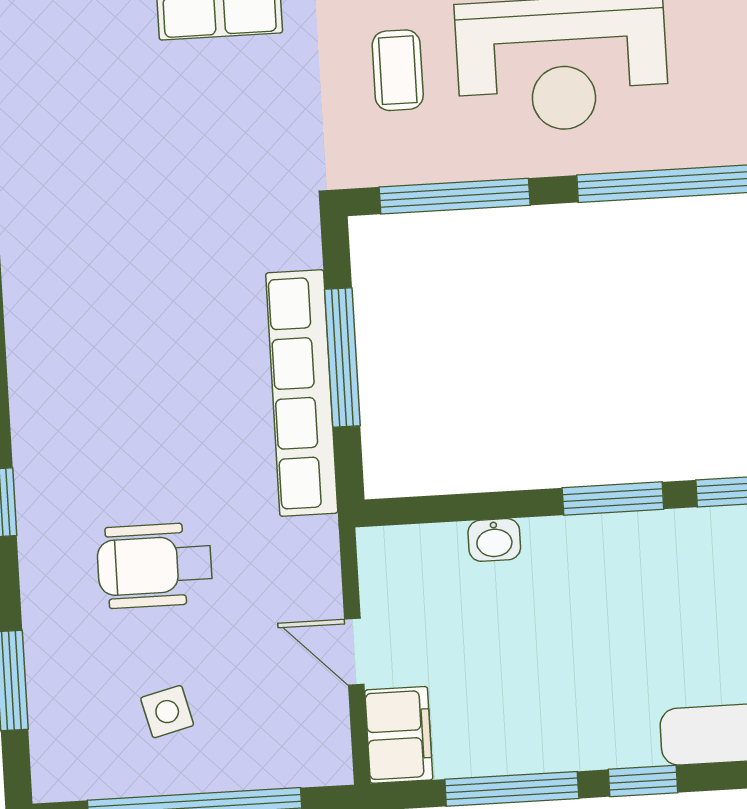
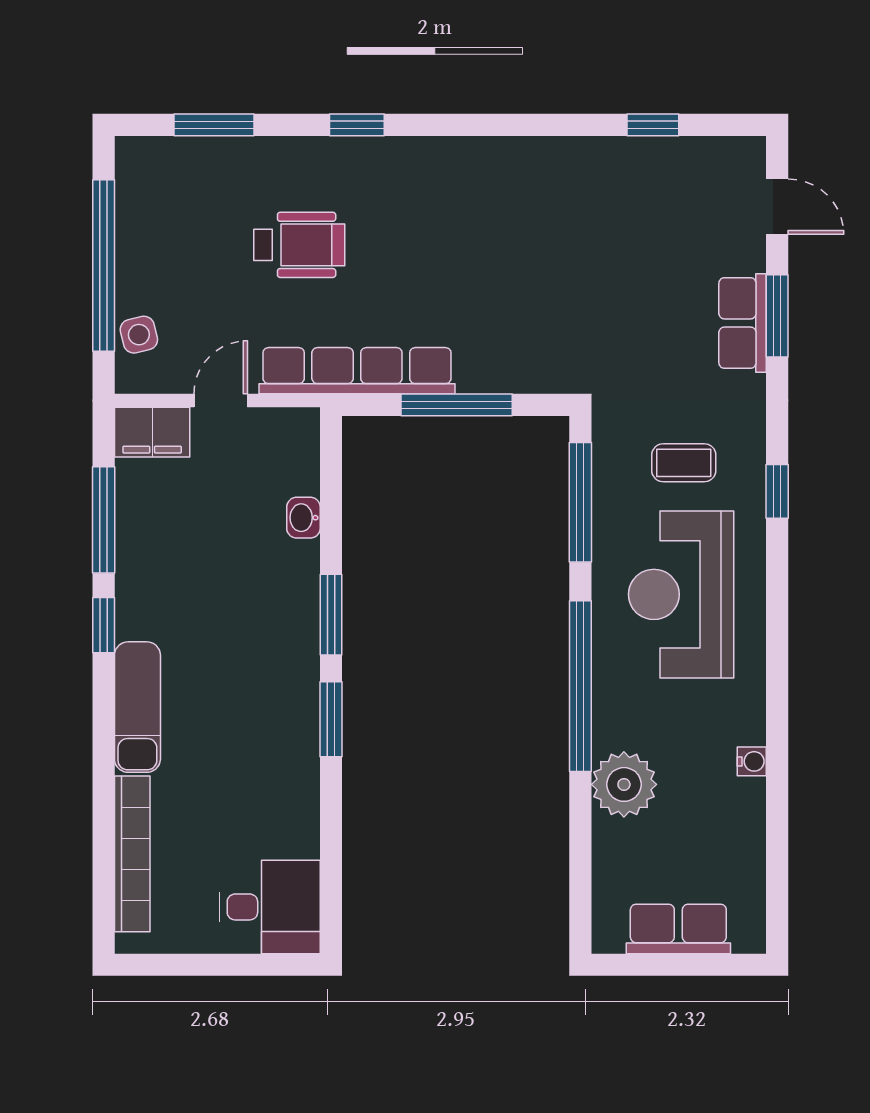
row of seats: (302, 393) -> (357, 371), moved
wheelchair: (155, 565) -> (299, 245), turned 90
side table: (167, 712) -> (139, 335), moved

